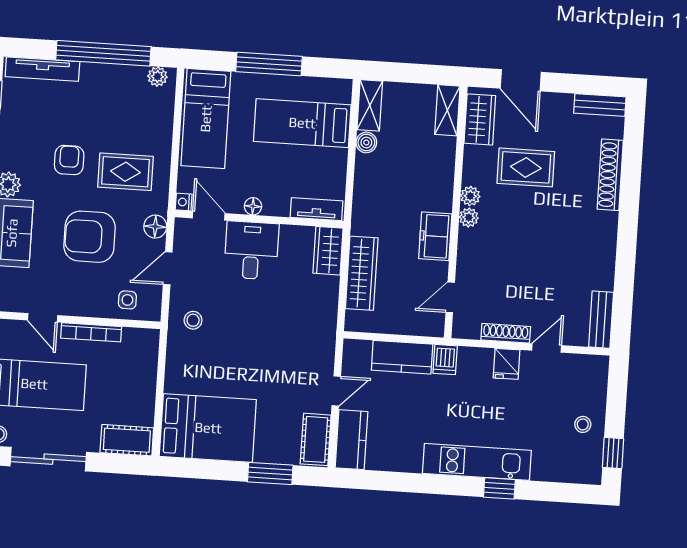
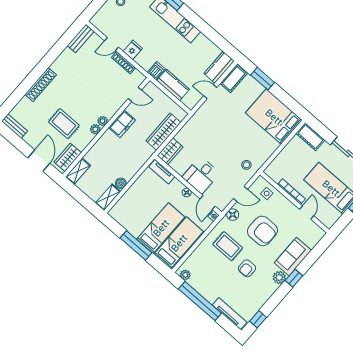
bed: (302, 123) -> (161, 228), moved, turned -90
shoe rack: (610, 175) -> (41, 84), moved

